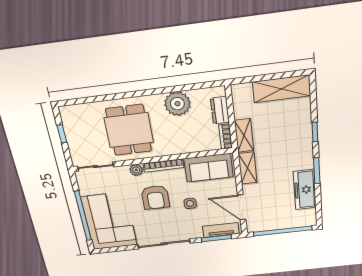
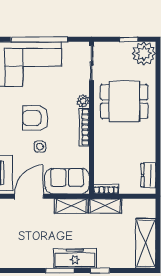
plant: (177, 104) -> (144, 53), moved
dresser: (220, 110) -> (148, 175), moved, turned -90
sofa: (209, 168) -> (67, 181), moved, turned 90
freezer: (305, 190) -> (75, 258), moved
armchair: (155, 197) -> (35, 118), moved

